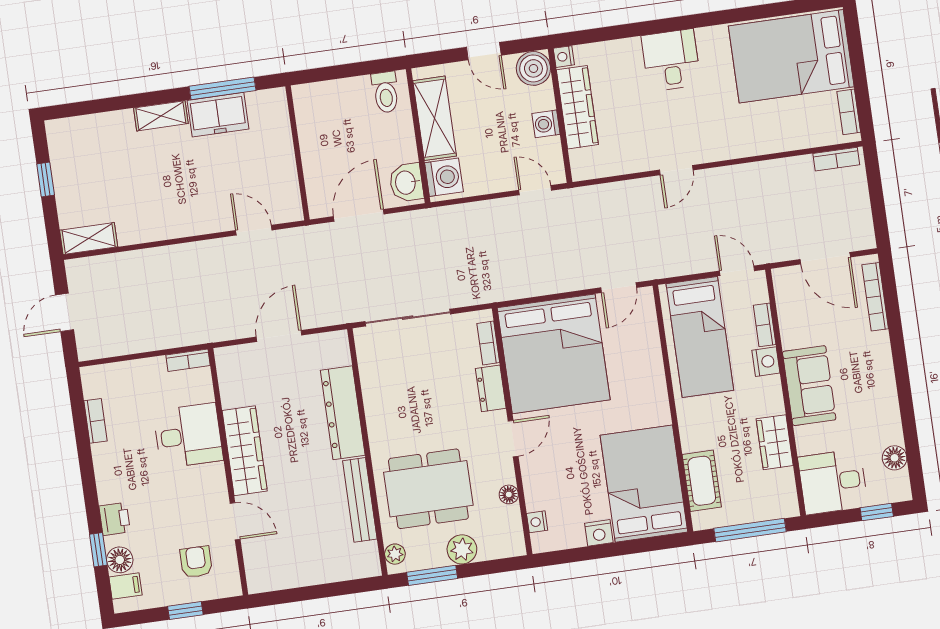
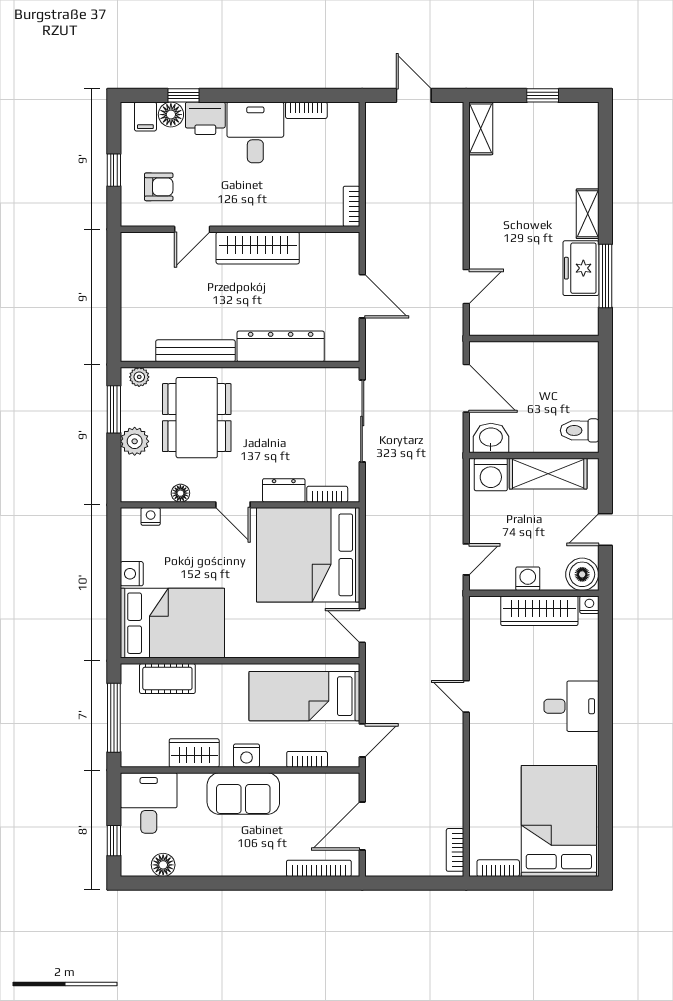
nightstand: (766, 362) -> (247, 756), moved
desk: (188, 436) -> (255, 132), moved, turned 180
printer: (115, 519) -> (205, 118), width x1.36, depth x1.24

